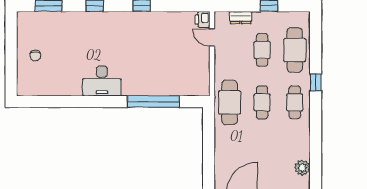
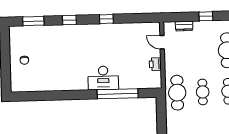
printer: (203, 19) -> (155, 64), moved
cafe table: (262, 50) -> (202, 51), removed
desk: (102, 81) -> (103, 78), moved

